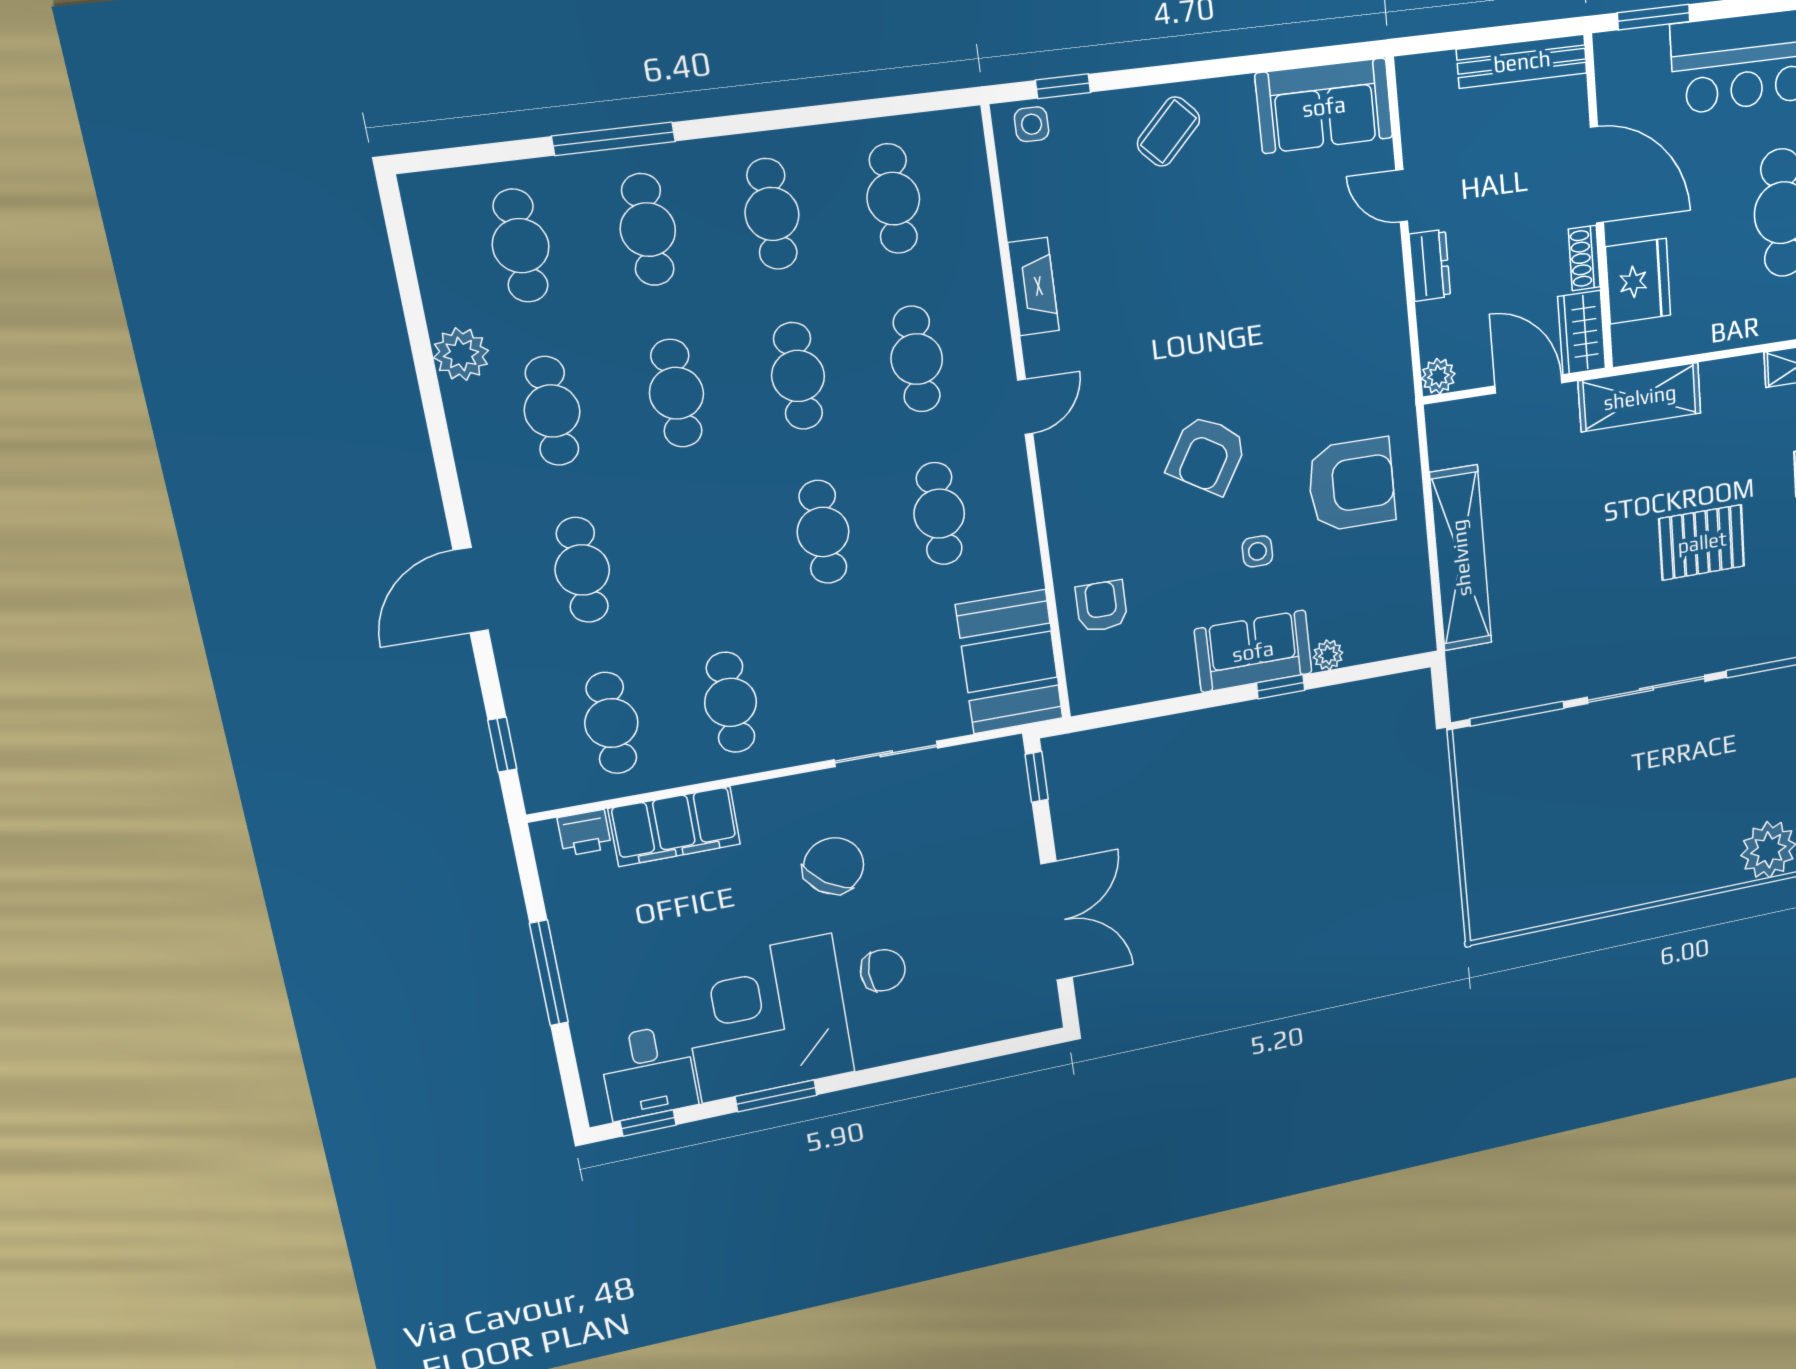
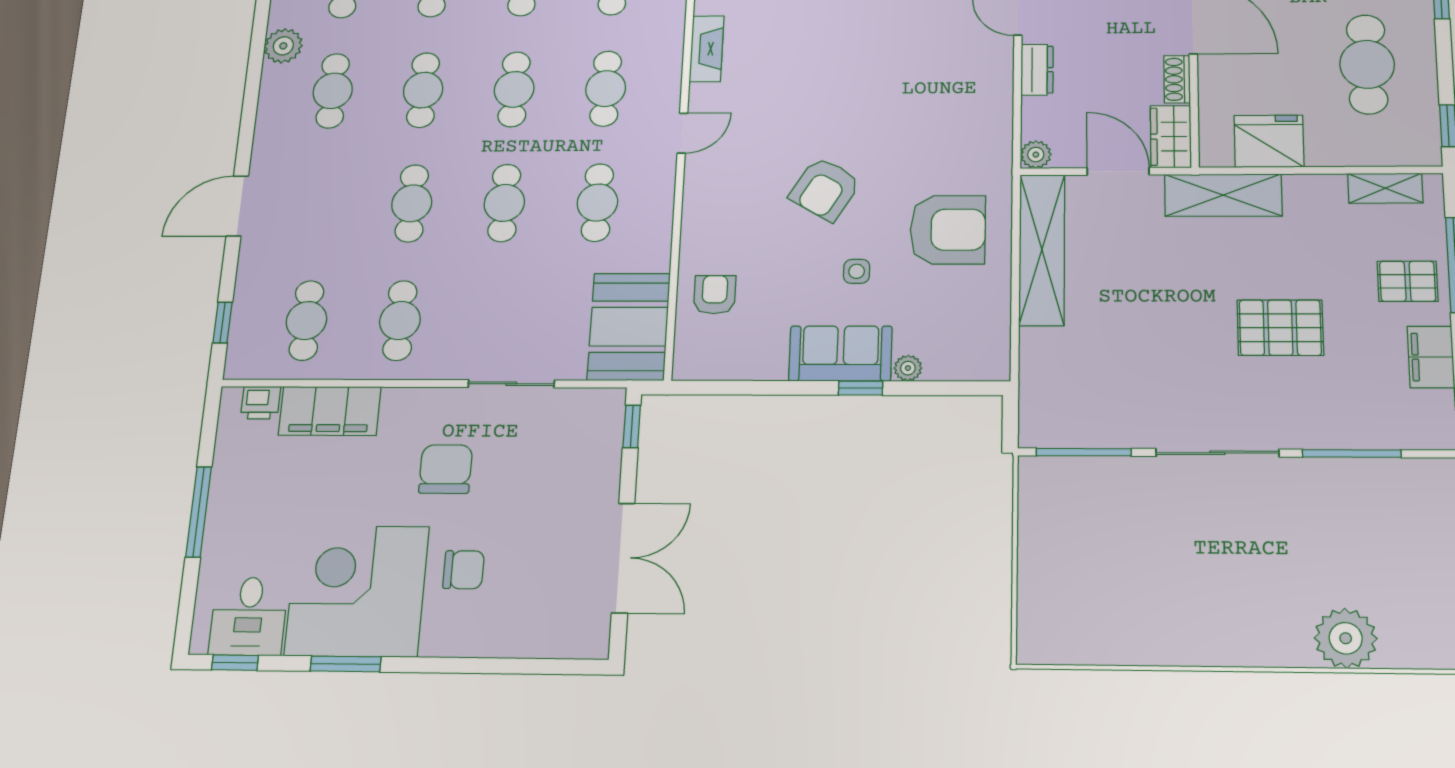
fridge: (1638, 281) -> (1269, 141), moved, turned -90
shelving: (1461, 558) -> (1042, 250), moved
cafe table: (582, 570) -> (412, 203), moved
chair: (834, 866) -> (446, 469), turned -37

